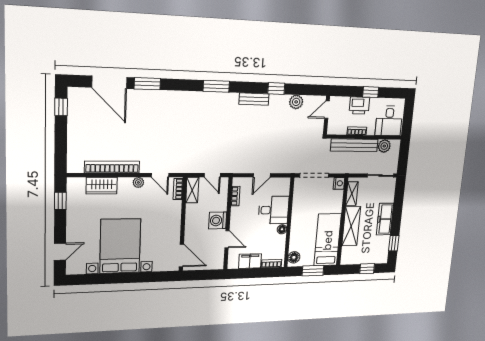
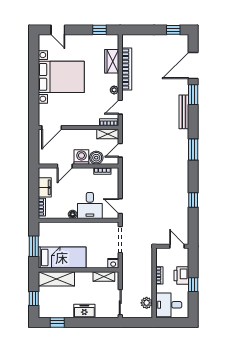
bench: (254, 99) -> (184, 112), moved, width x1.36
plant: (296, 102) -> (183, 218), removed
bench: (354, 145) -> (147, 274), removed
door: (262, 175) -> (120, 206), moved
boiler: (219, 203) -> (96, 158), added
freezer: (385, 219) -> (84, 311), width x0.71
shelving: (351, 226) -> (56, 279), moved
floor lamp: (294, 257) -> (47, 227), removed

